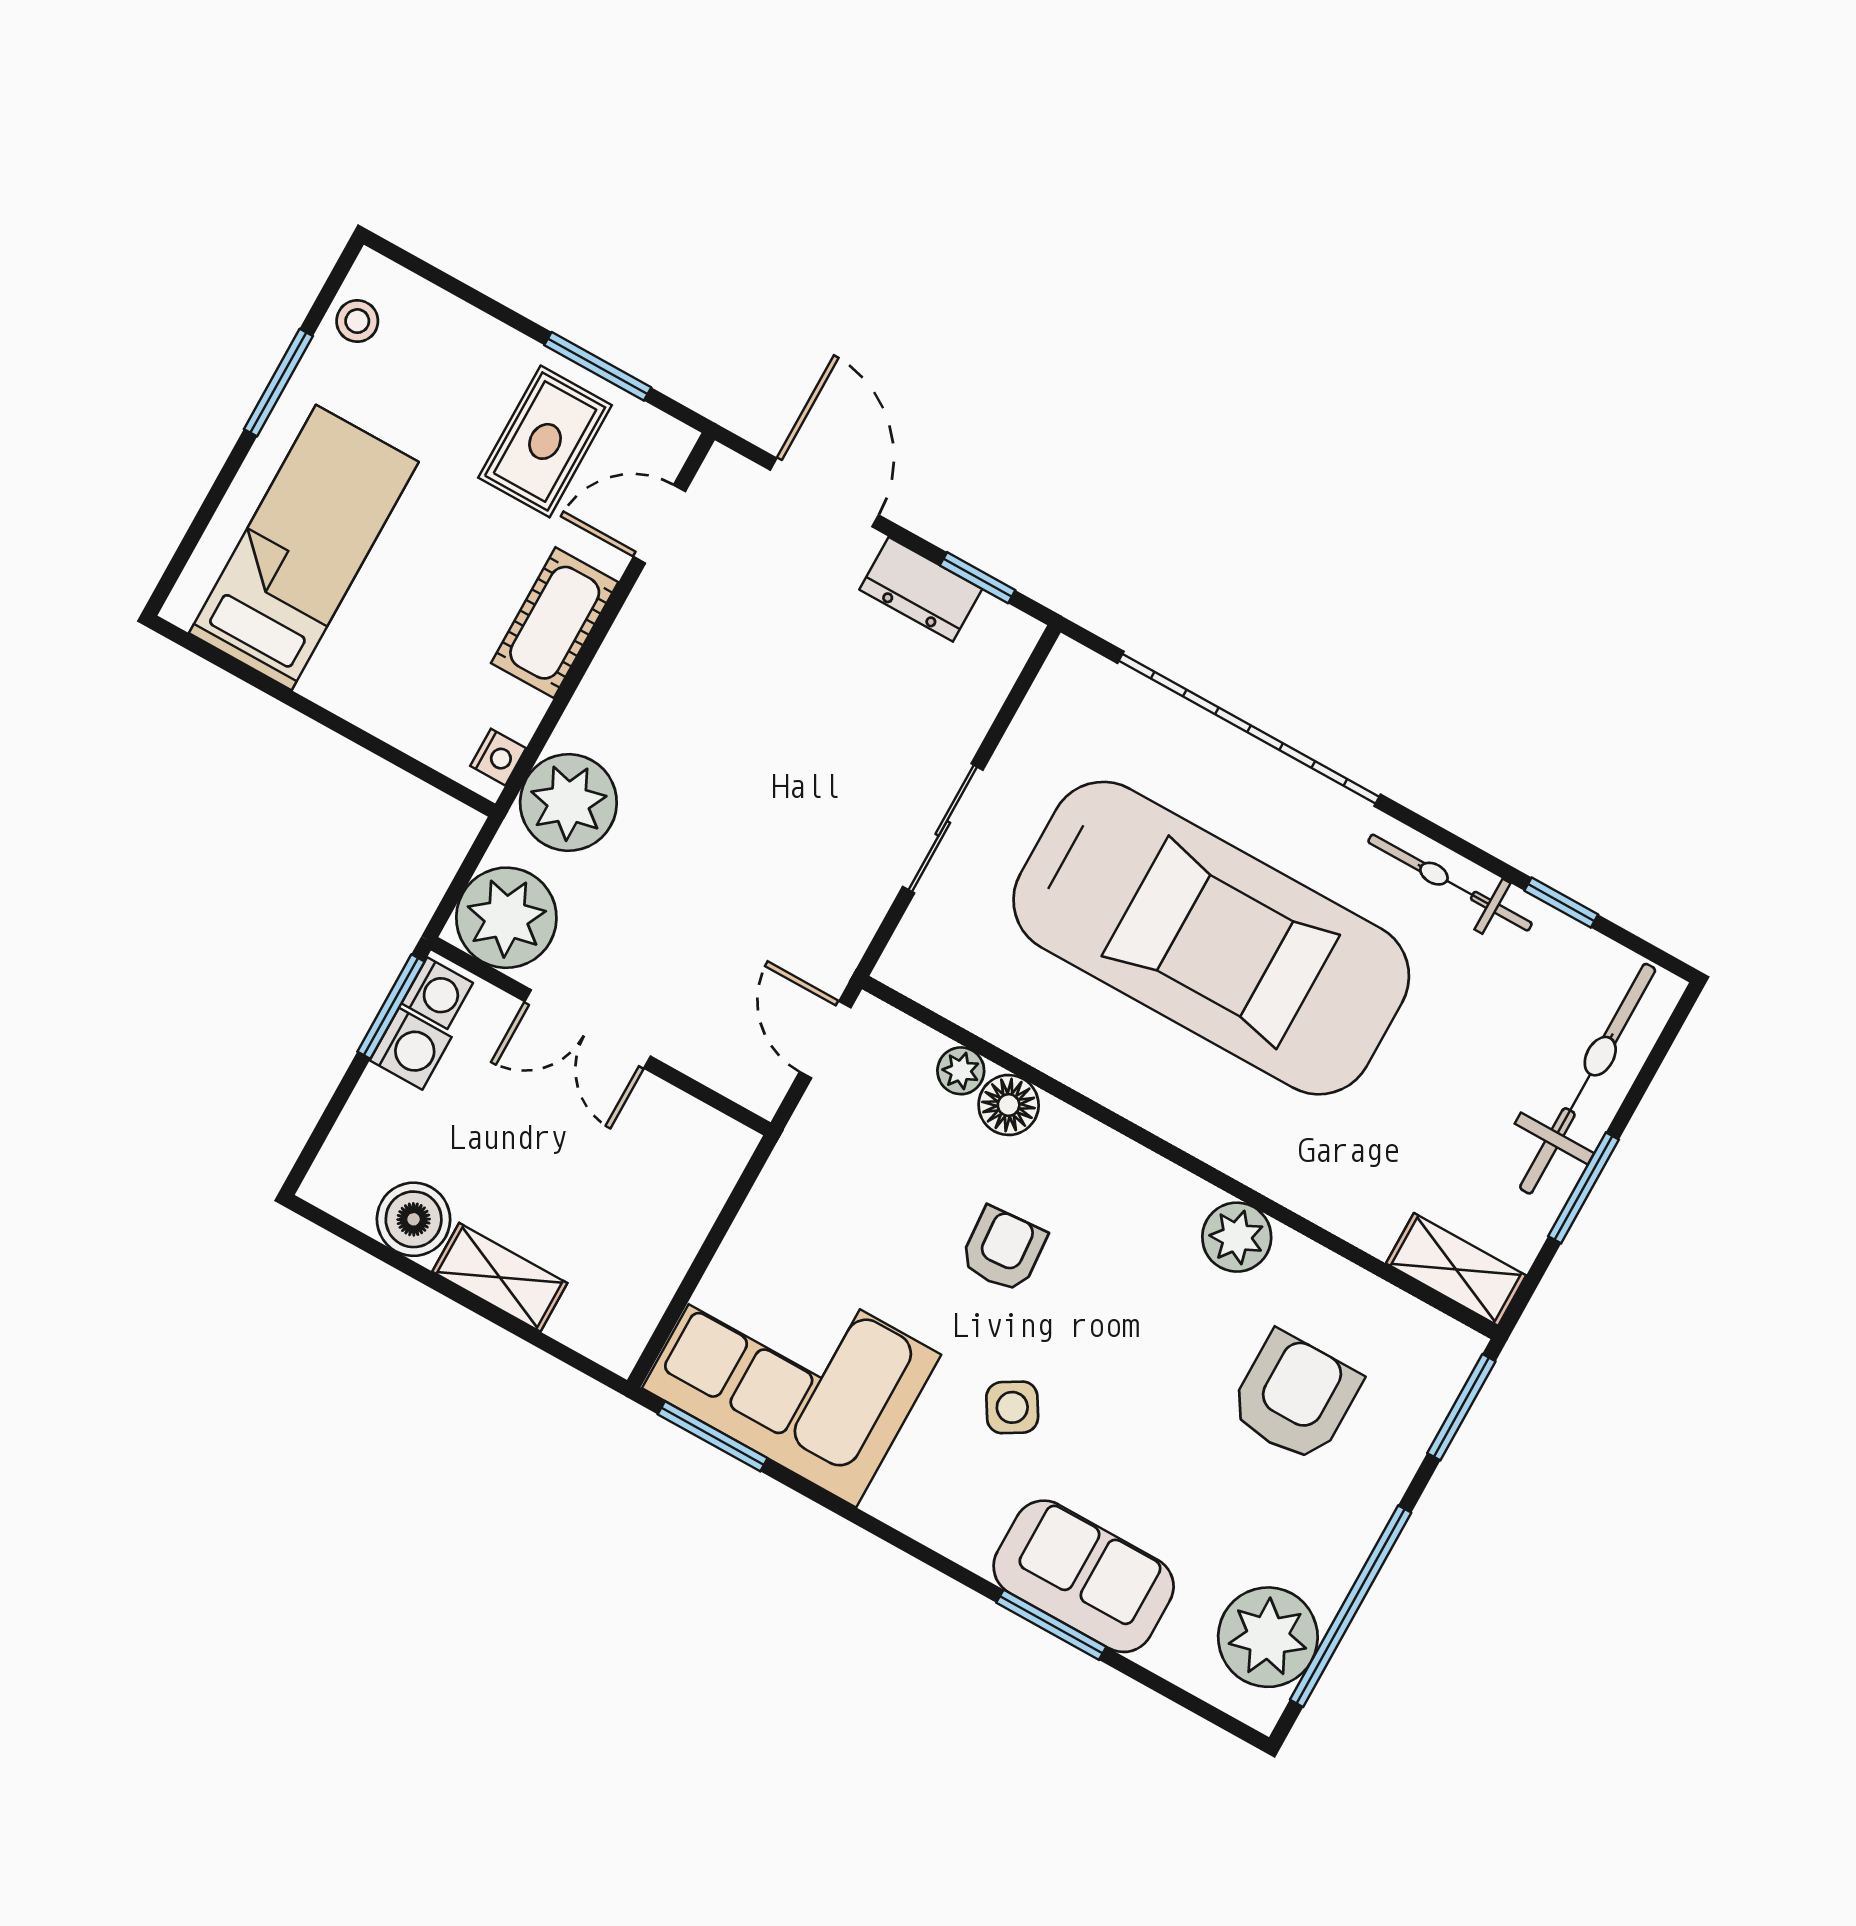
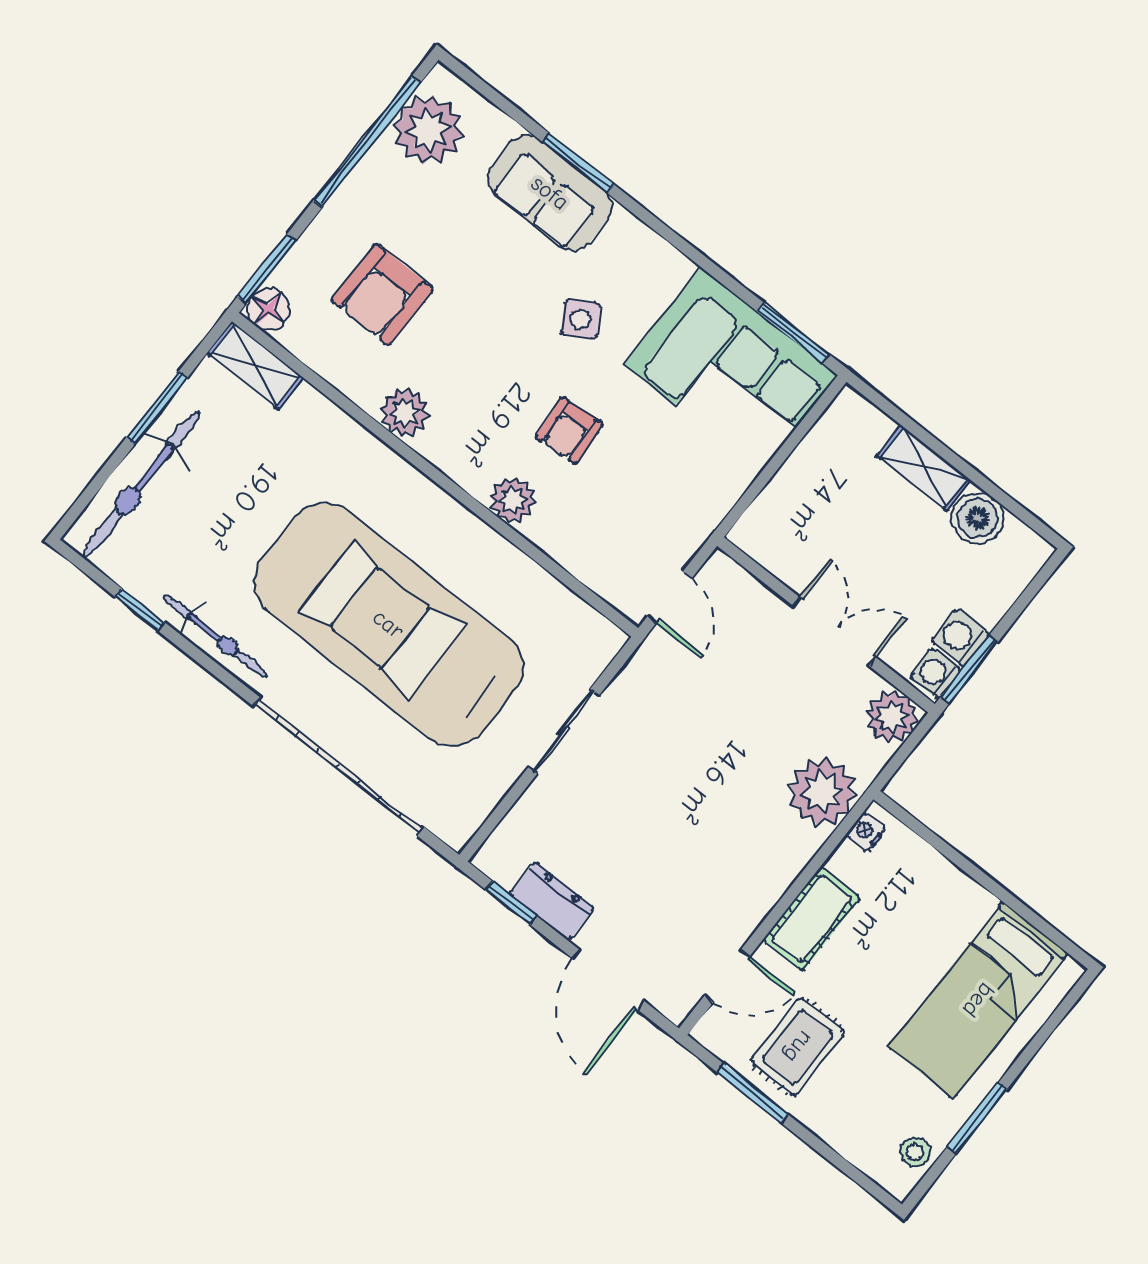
plant: (506, 918) -> (892, 717), width x0.73, depth x0.73
plant: (961, 1071) -> (513, 500), moved, width x1.38, depth x1.38
floor lamp: (1009, 1105) -> (268, 309), moved

